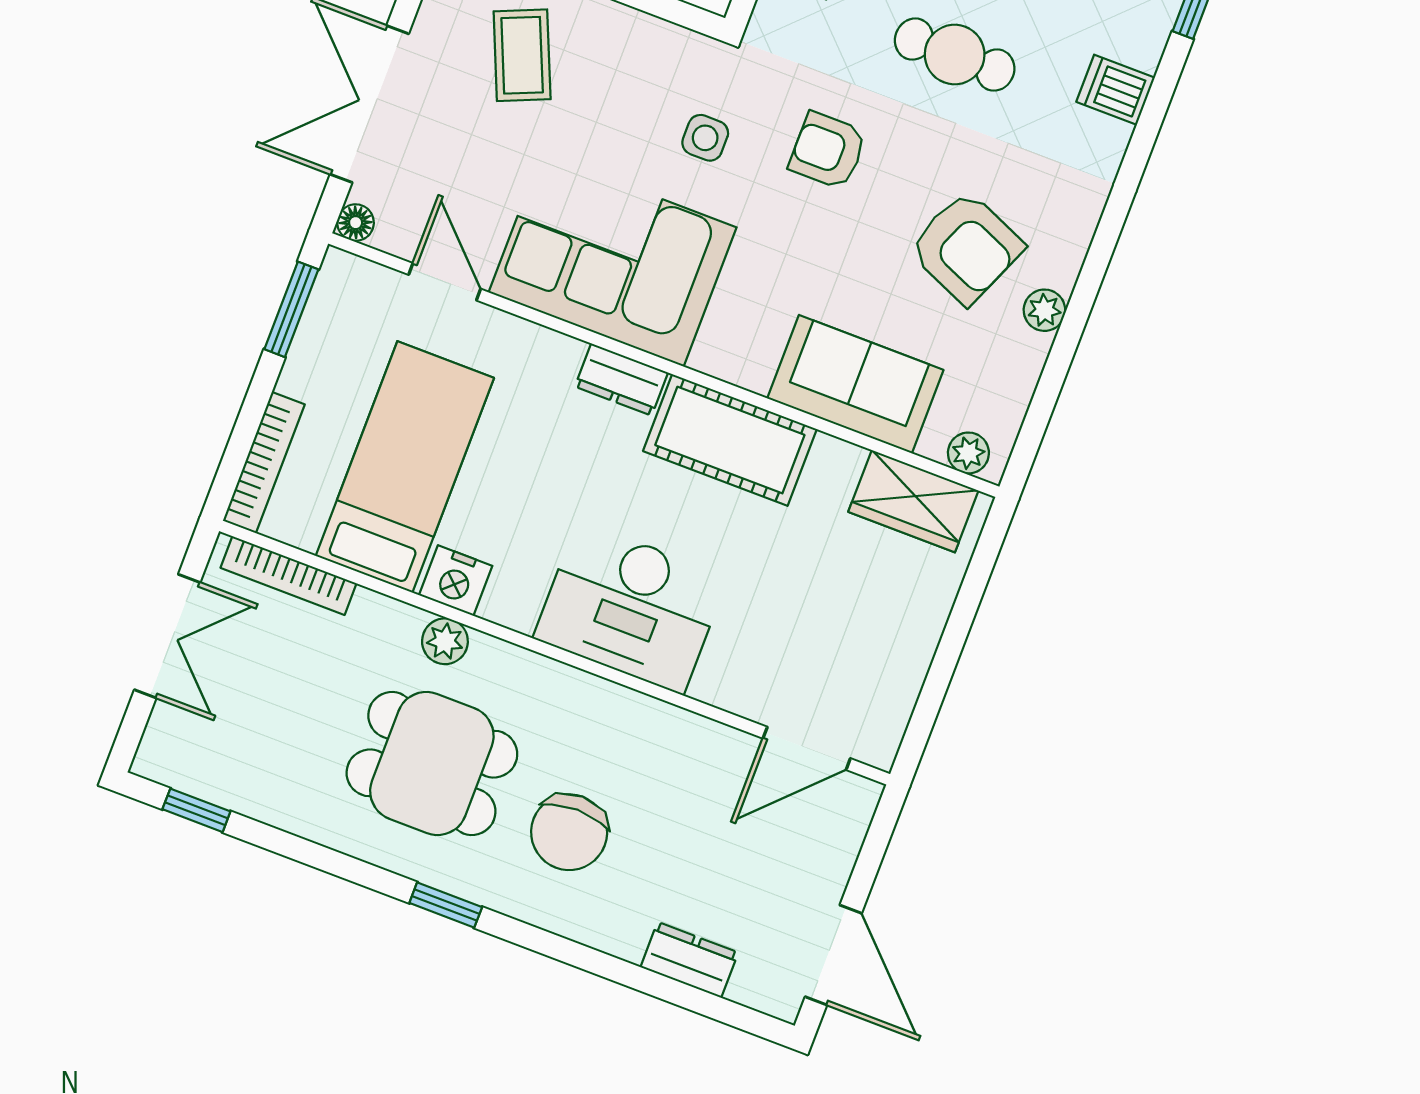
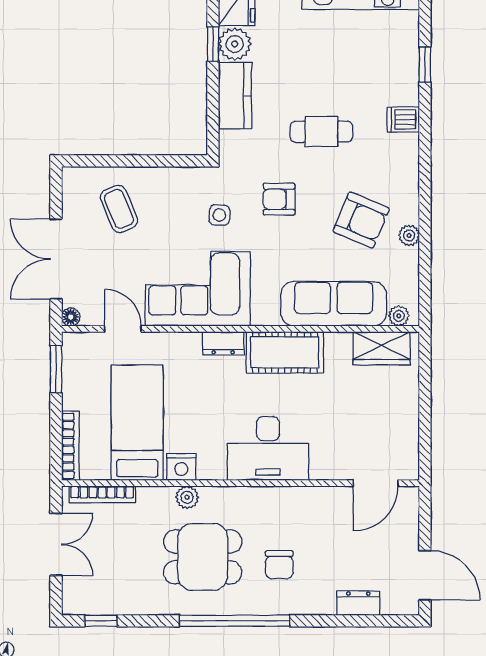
sofa: (855, 384) -> (334, 304), width x1.36
chair: (569, 832) -> (279, 565), width x0.73, depth x0.73
window: (446, 905) -> (234, 621), width x3.17

